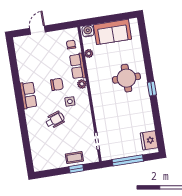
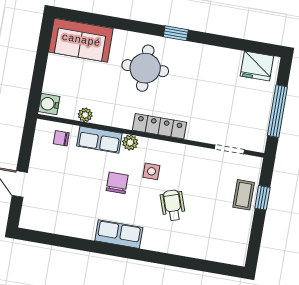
sofa: (112, 32) -> (81, 40), moved, turned 90
locker: (97, 97) -> (159, 126), added

